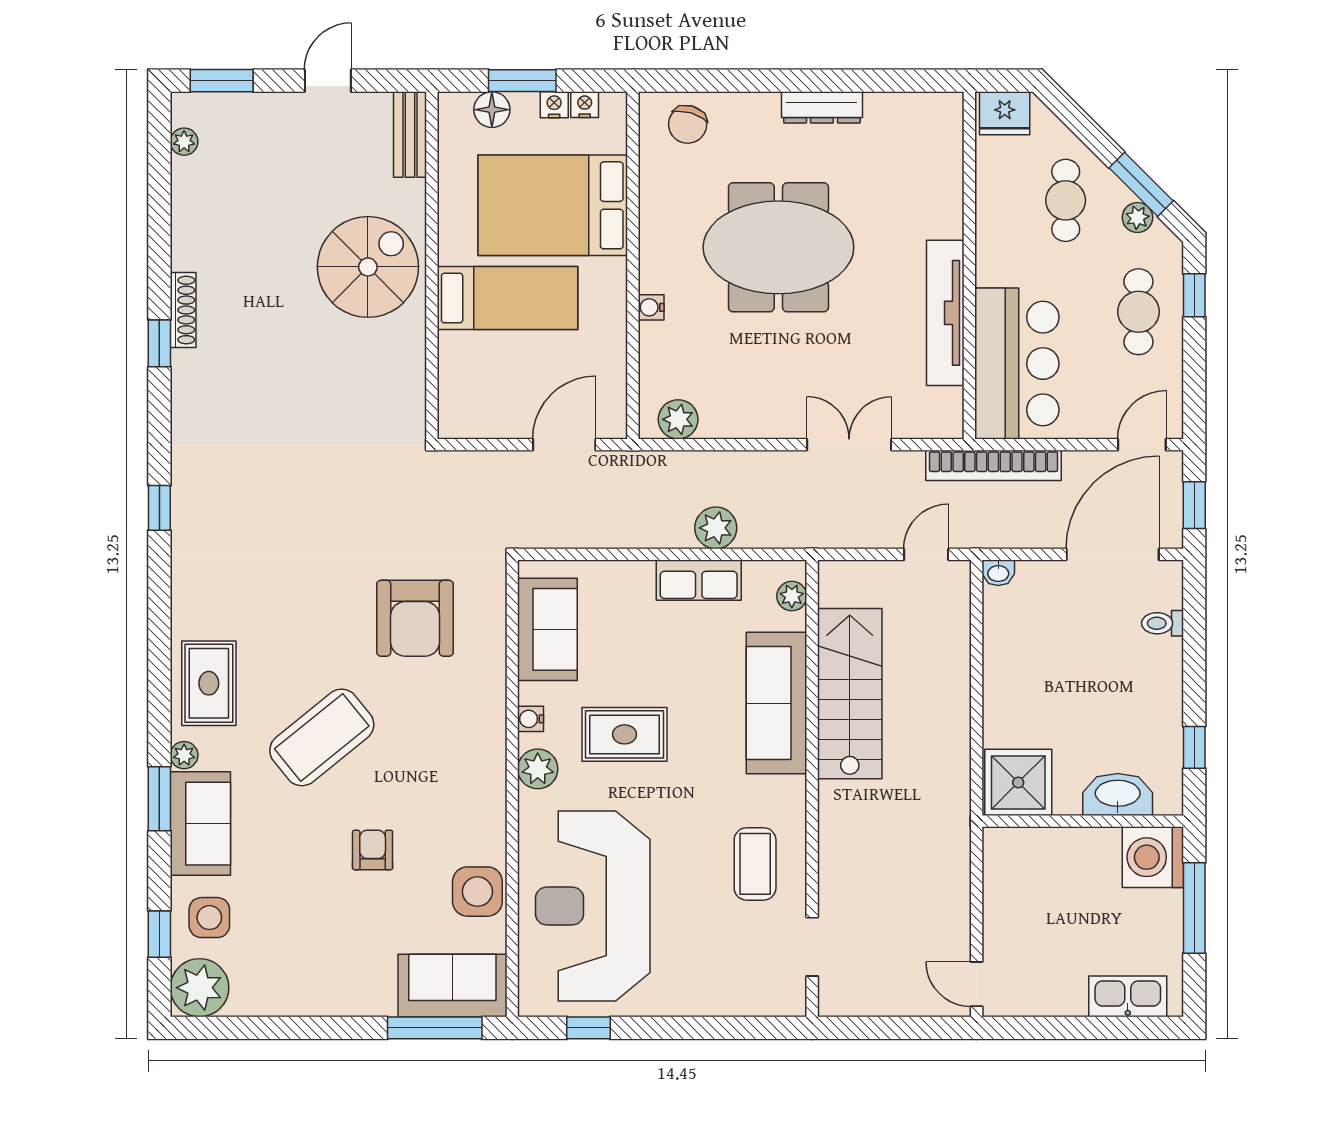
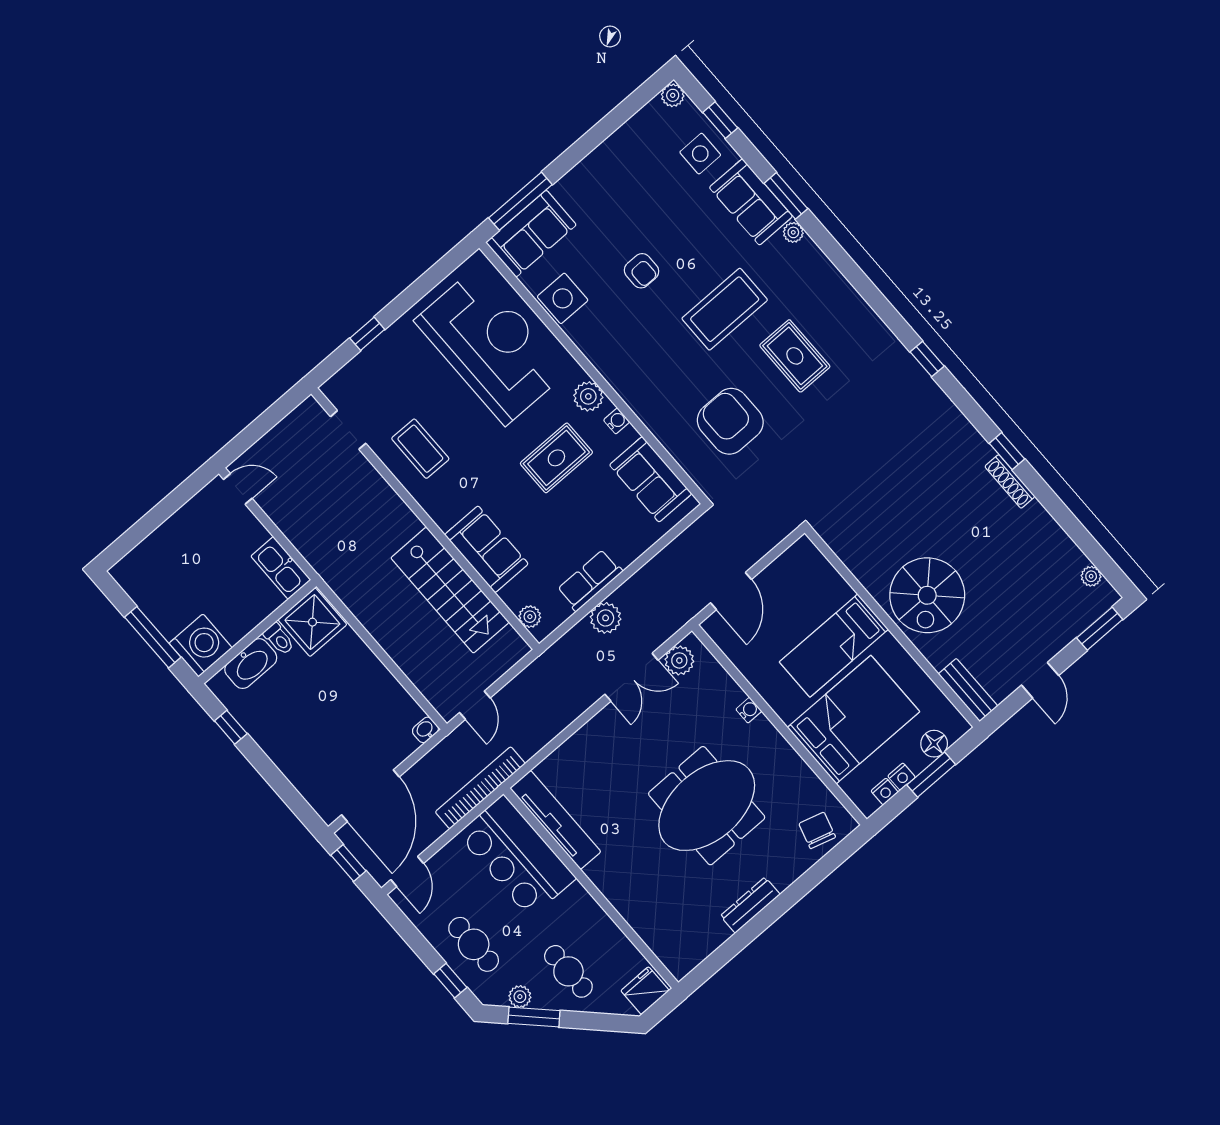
tv unit: (945, 313) -> (555, 820), moved
double door: (849, 445) -> (631, 677), moved
toilet: (1162, 623) -> (279, 639), moved, turned 90
rug: (209, 683) -> (795, 356), moved
sofa: (777, 703) -> (486, 549), width x0.73
coffee table: (322, 737) -> (725, 309), turned 39
plant: (200, 988) -> (673, 95), width x0.53, depth x0.53
kitchen sink: (1128, 996) -> (281, 568), moved, turned 90
window: (589, 1028) -> (367, 334), moved

